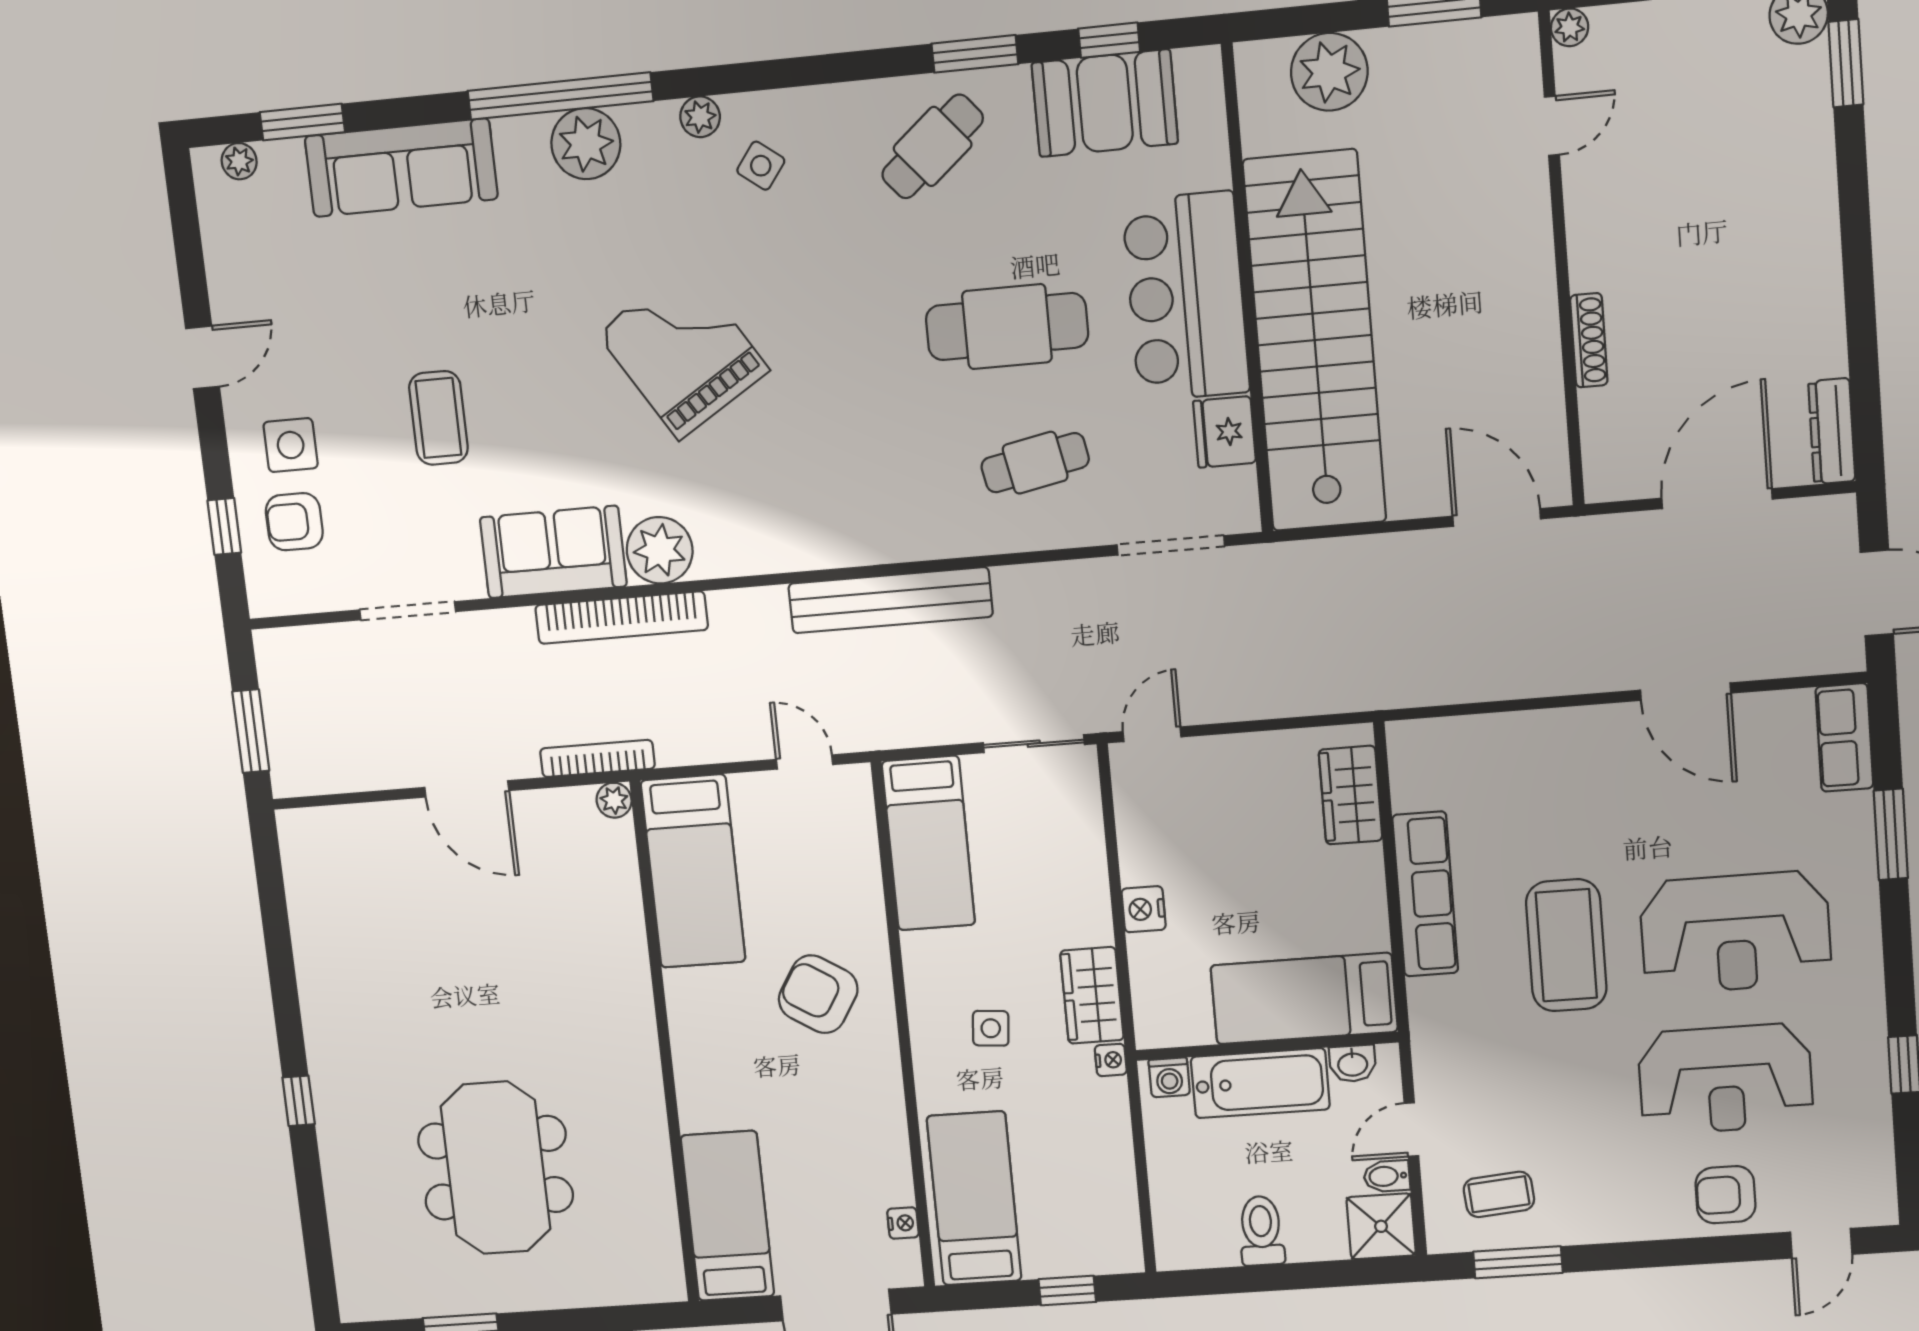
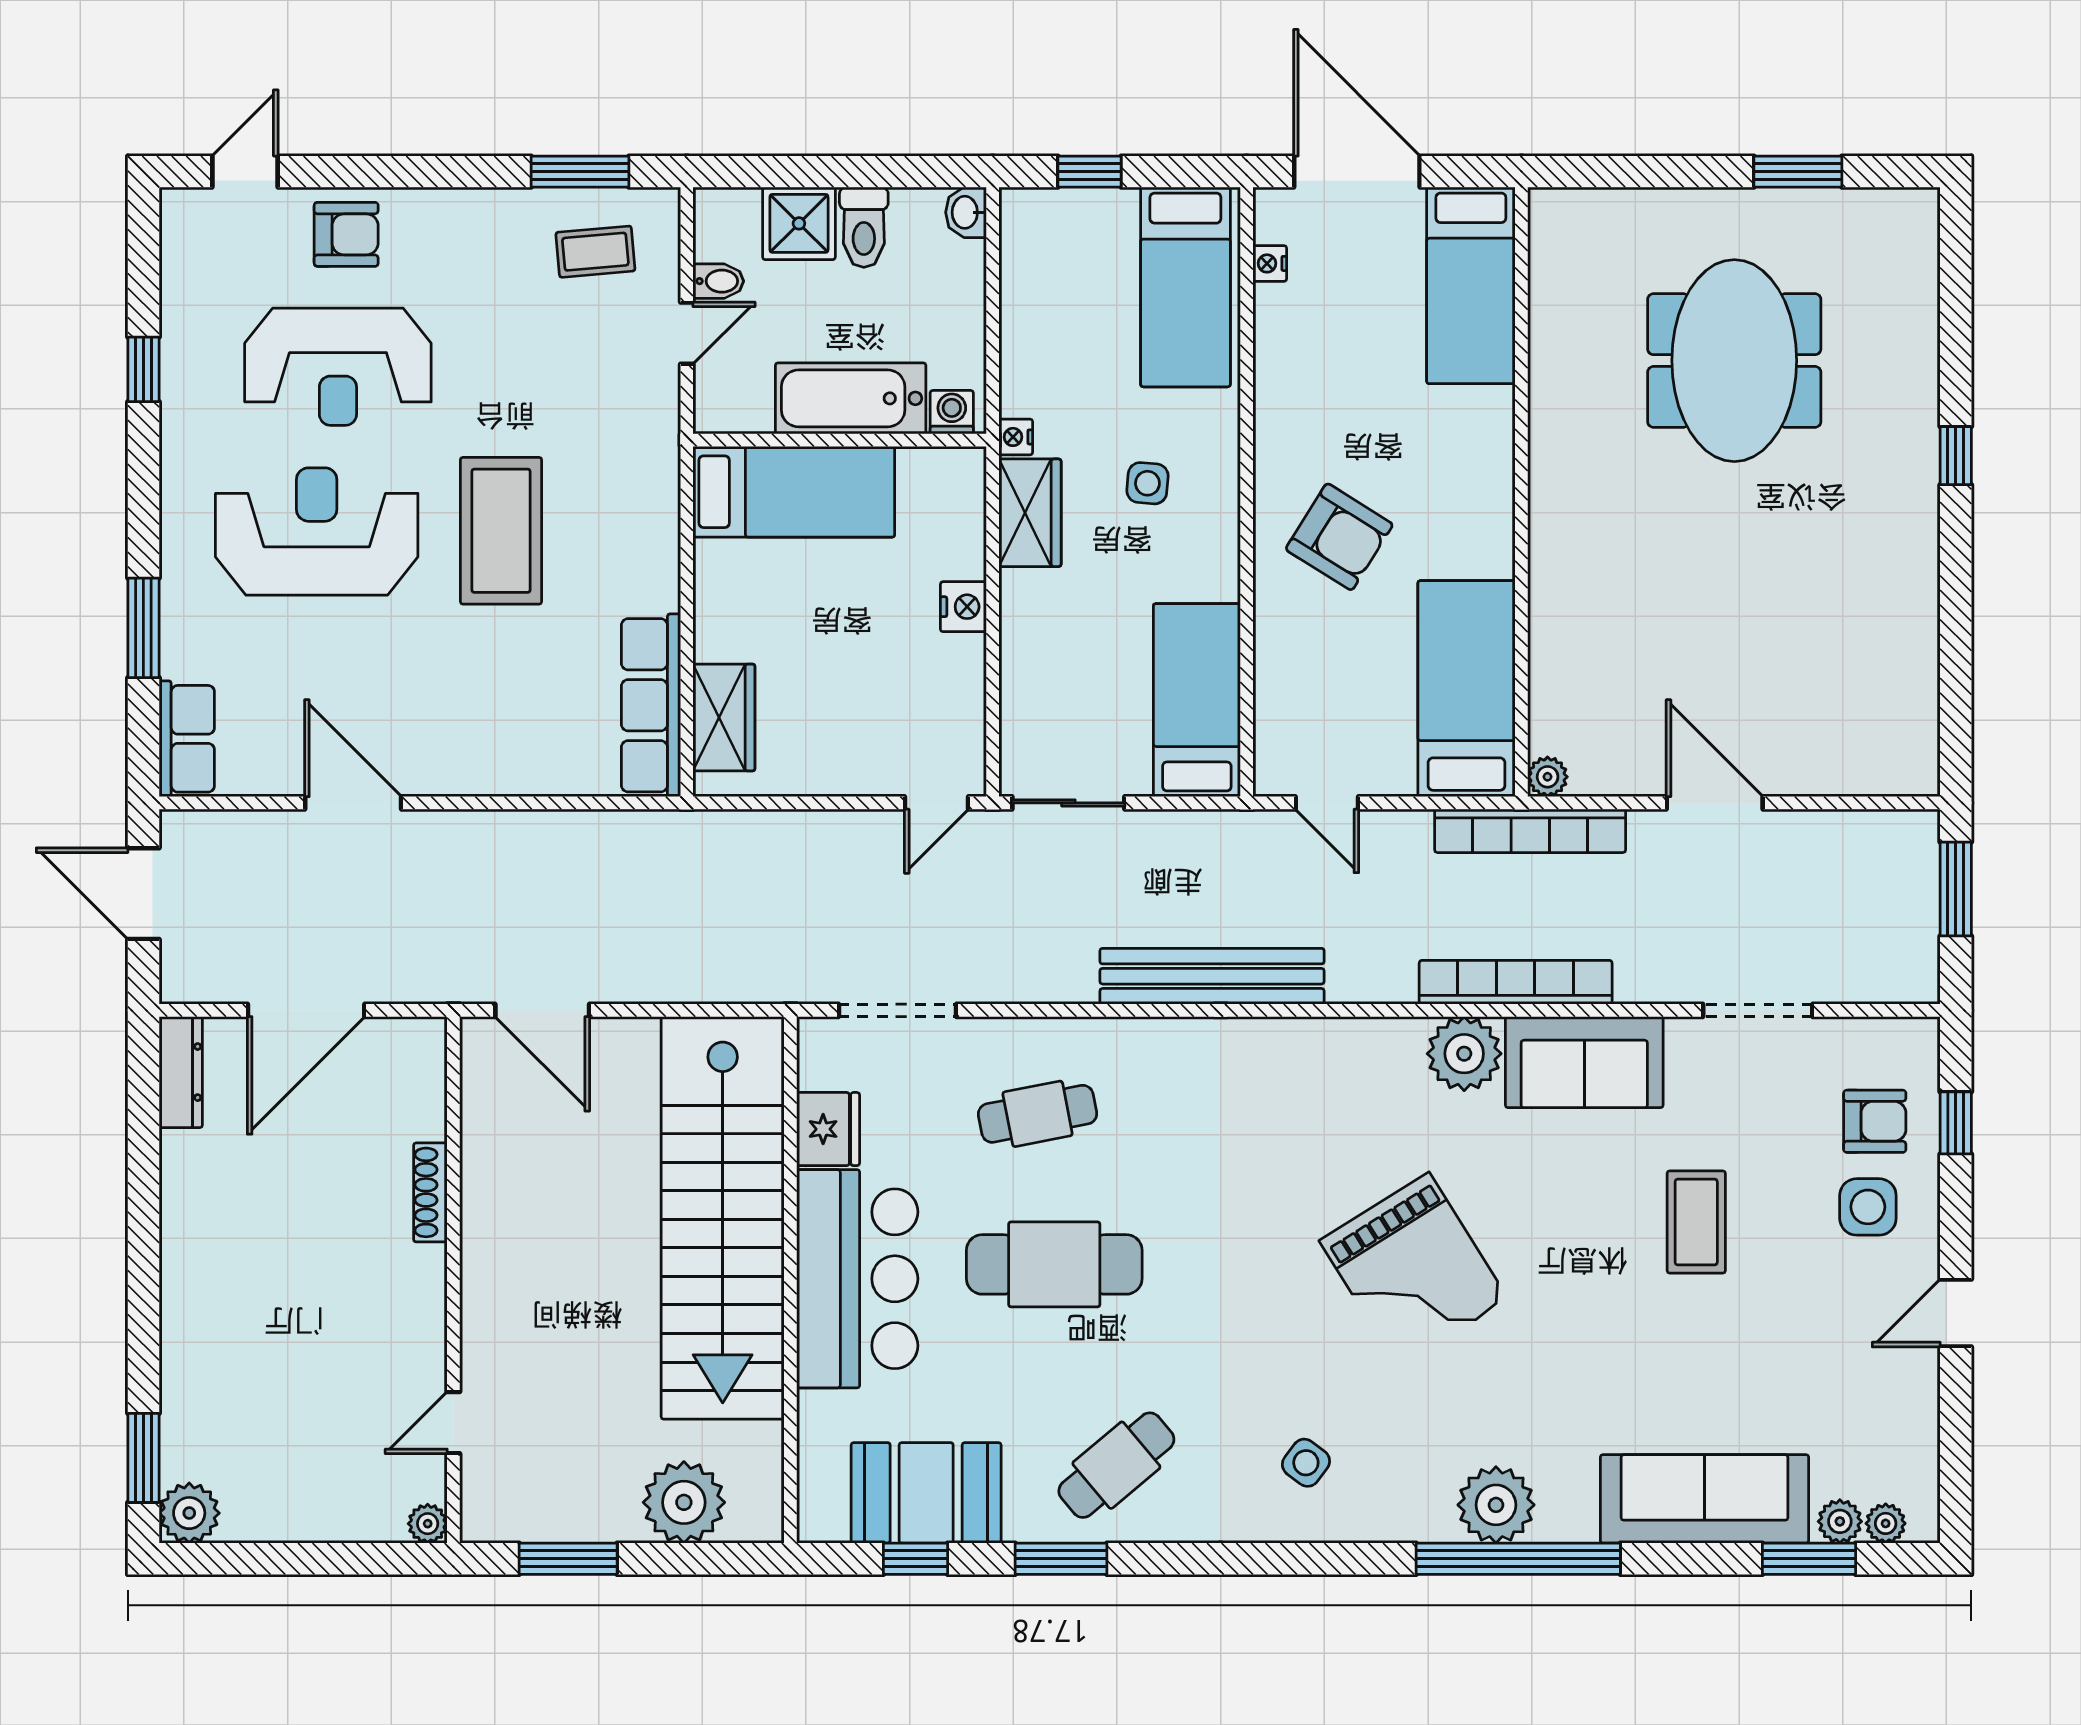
plant: (700, 117) -> (1840, 1521), moved
bookcase: (597, 758) -> (1530, 831), width x1.48, depth x1.31
row of seats: (1425, 894) -> (651, 705), moved
washbasin: (1353, 1064) -> (966, 212), moved, turned -90
reception desk: (1725, 1079) -> (338, 367), turned 180
shower: (1381, 1226) -> (799, 223), moved

